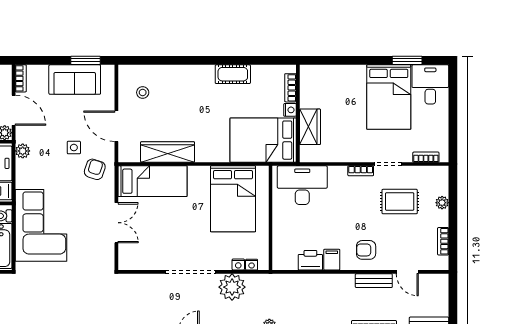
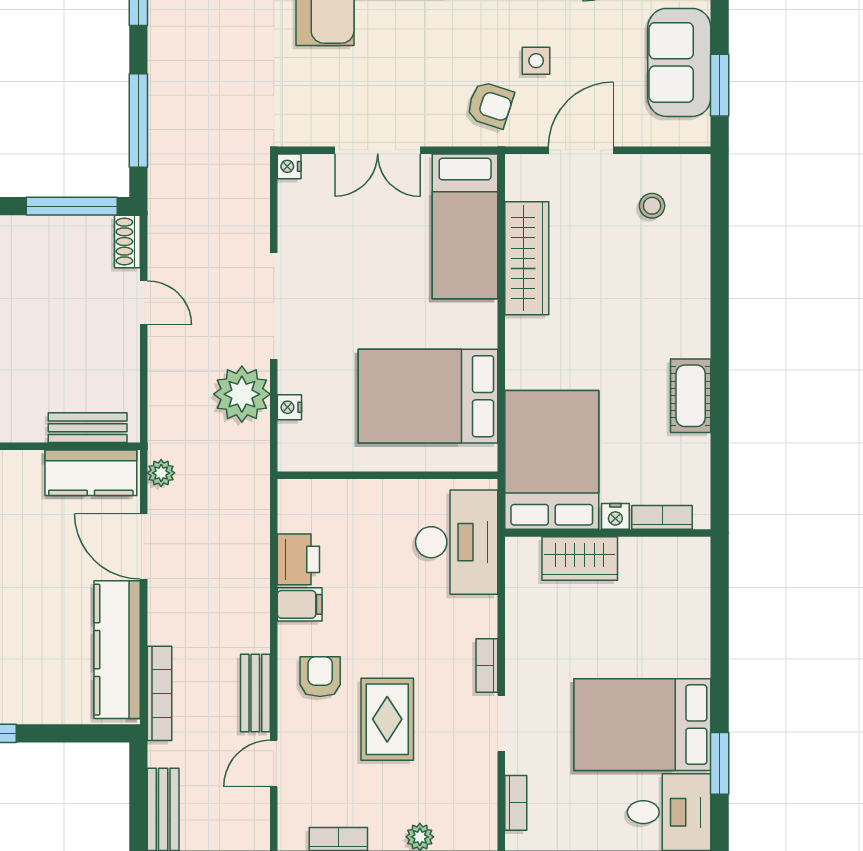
rug: (400, 202) -> (387, 719), moved
nightstand: (252, 265) -> (289, 166), moved

